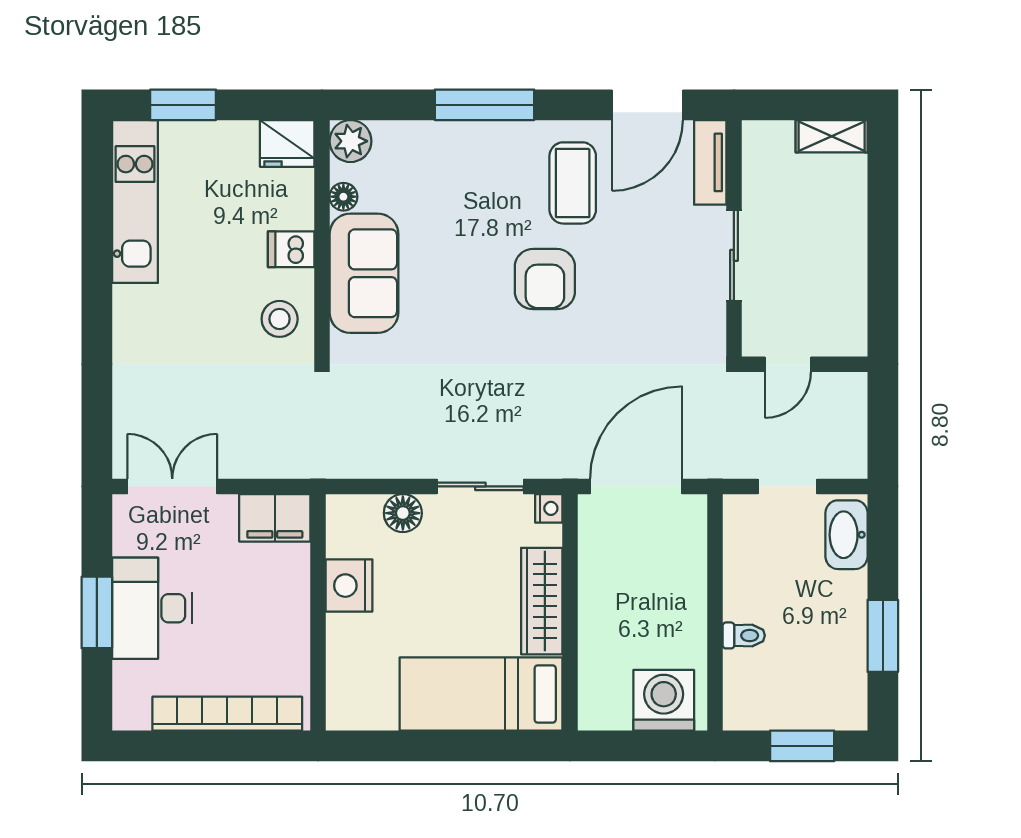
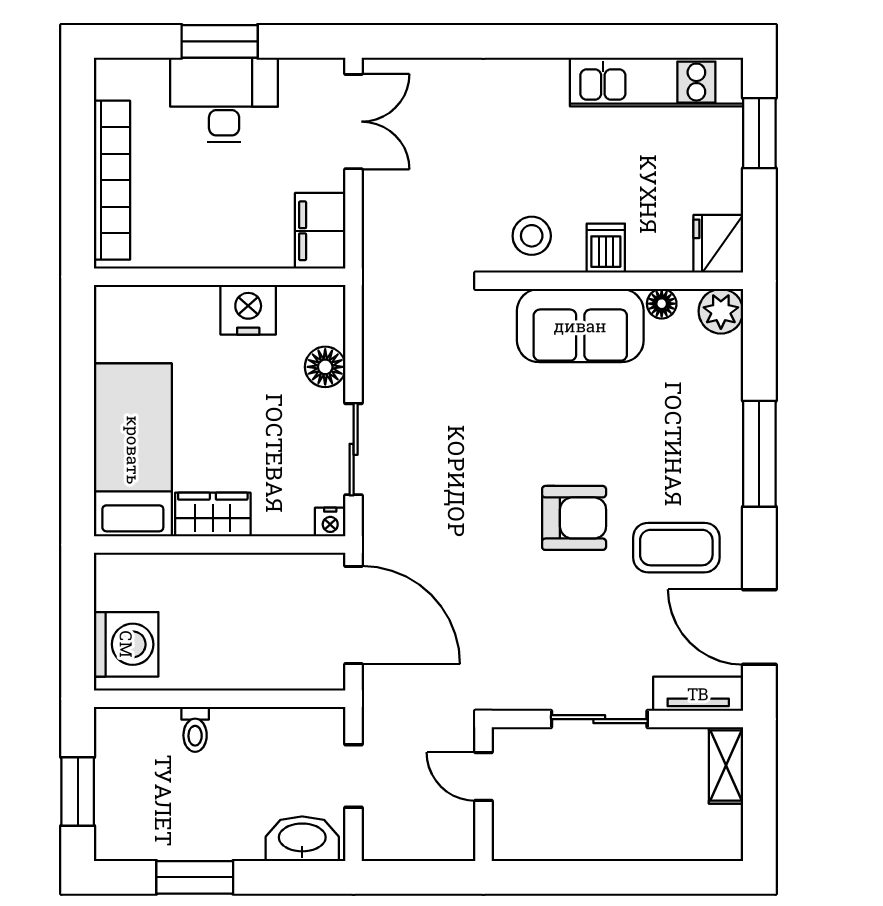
shelving: (832, 136) -> (726, 765), moved
armchair: (545, 279) -> (574, 518), turned 180
wardrobe: (542, 601) -> (213, 515), width x0.67

